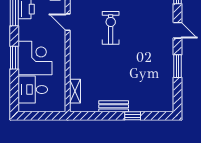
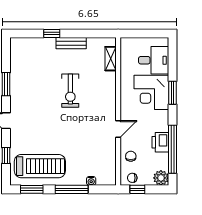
door: (68, 22) -> (118, 129), hinge flipped
exercise bike: (111, 28) -> (70, 91), moved

